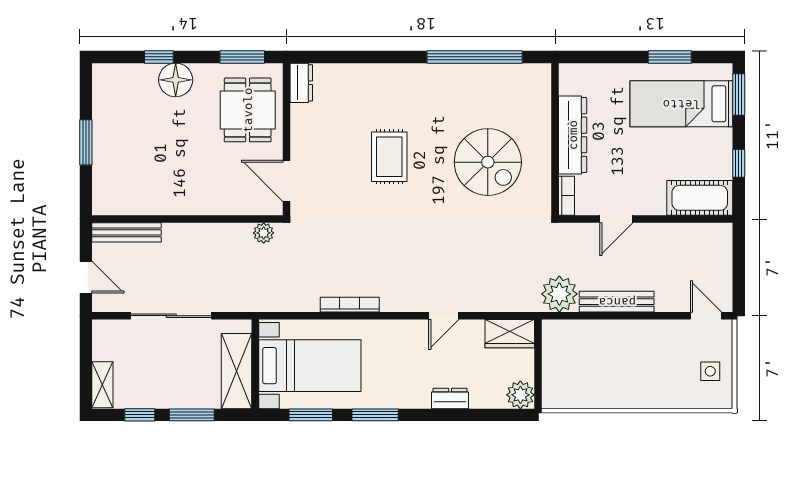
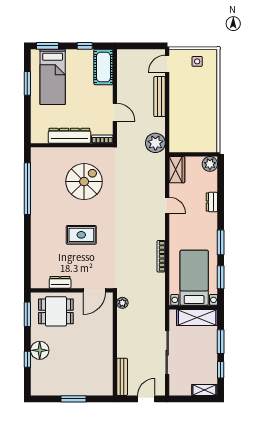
dresser: (301, 83) -> (60, 282), moved
bench: (617, 302) -> (160, 97), moved

